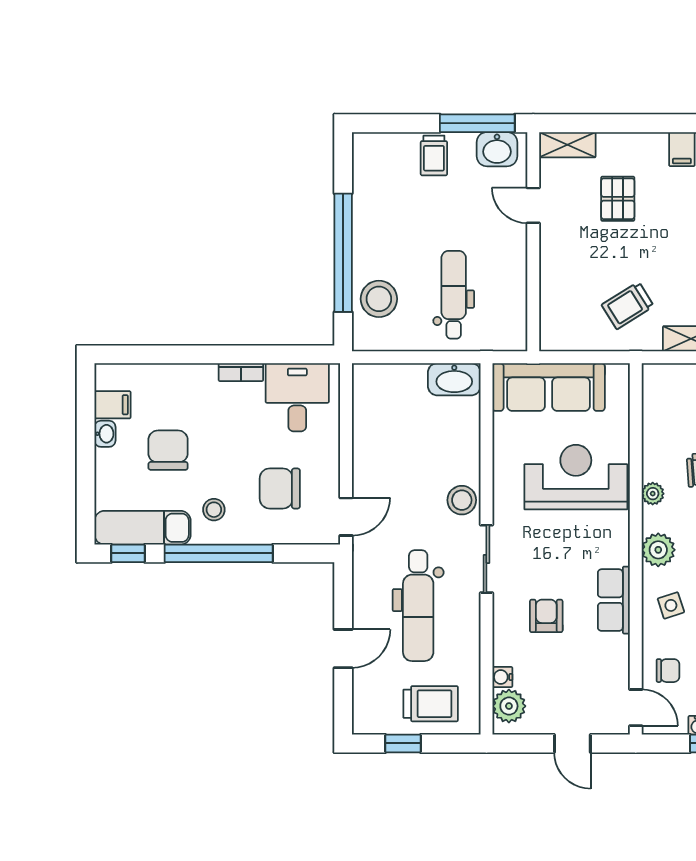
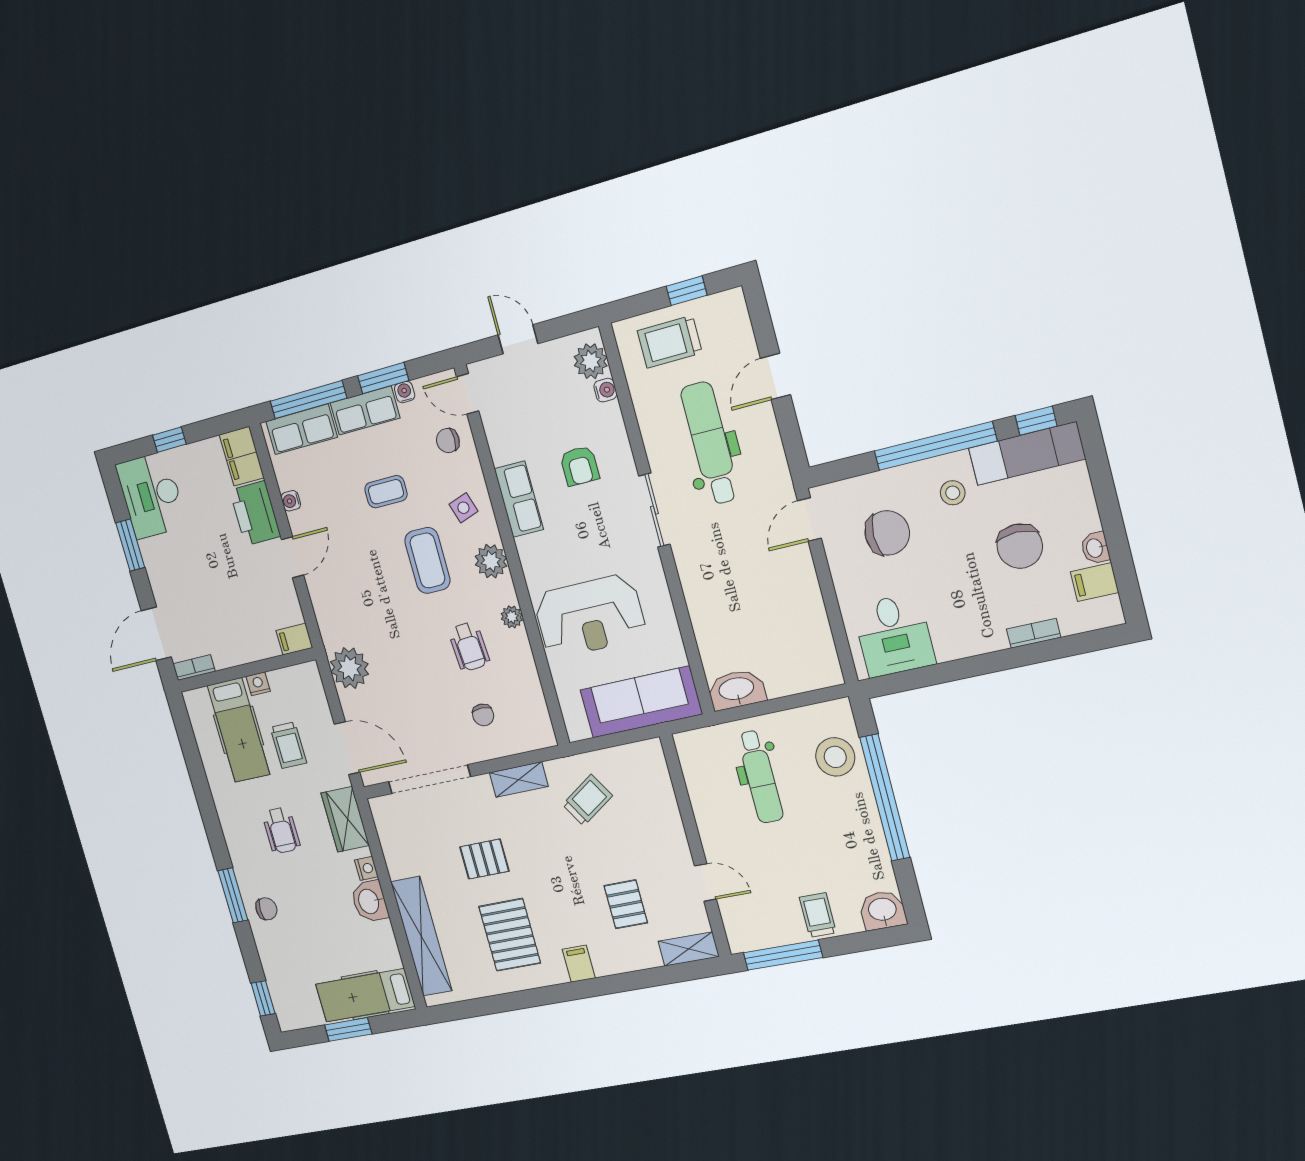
washbasin: (497, 149) -> (883, 910), moved
bookcase: (241, 372) -> (1034, 633), moved
stool: (462, 500) -> (695, 566), removed

